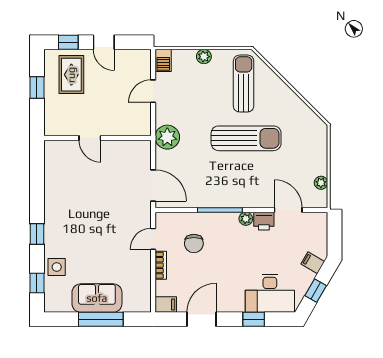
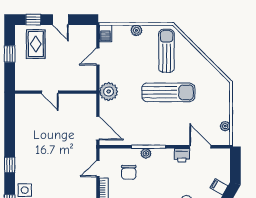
plant: (246, 219) -> (146, 153), moved

